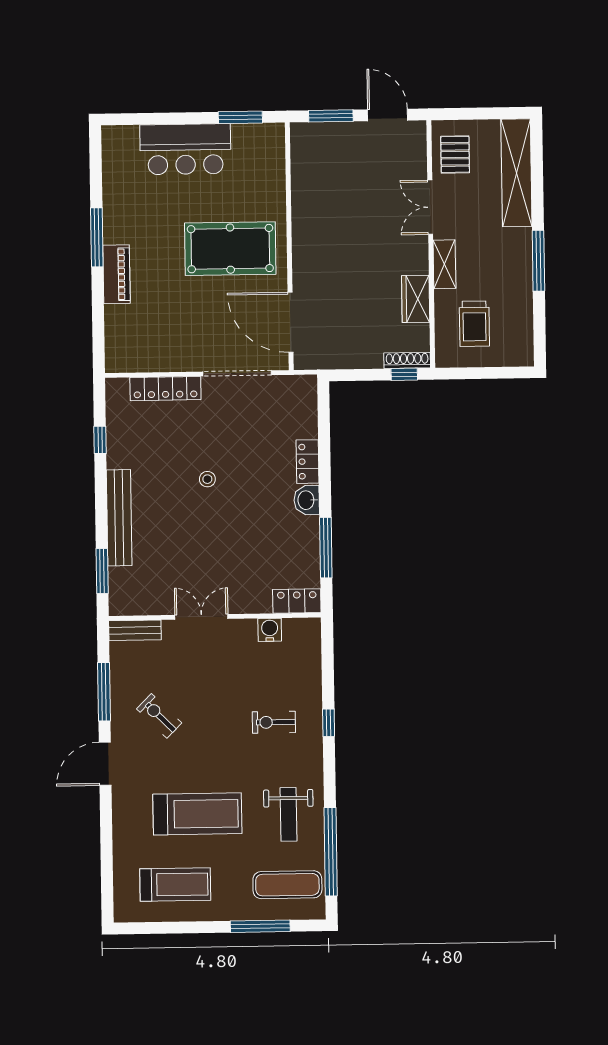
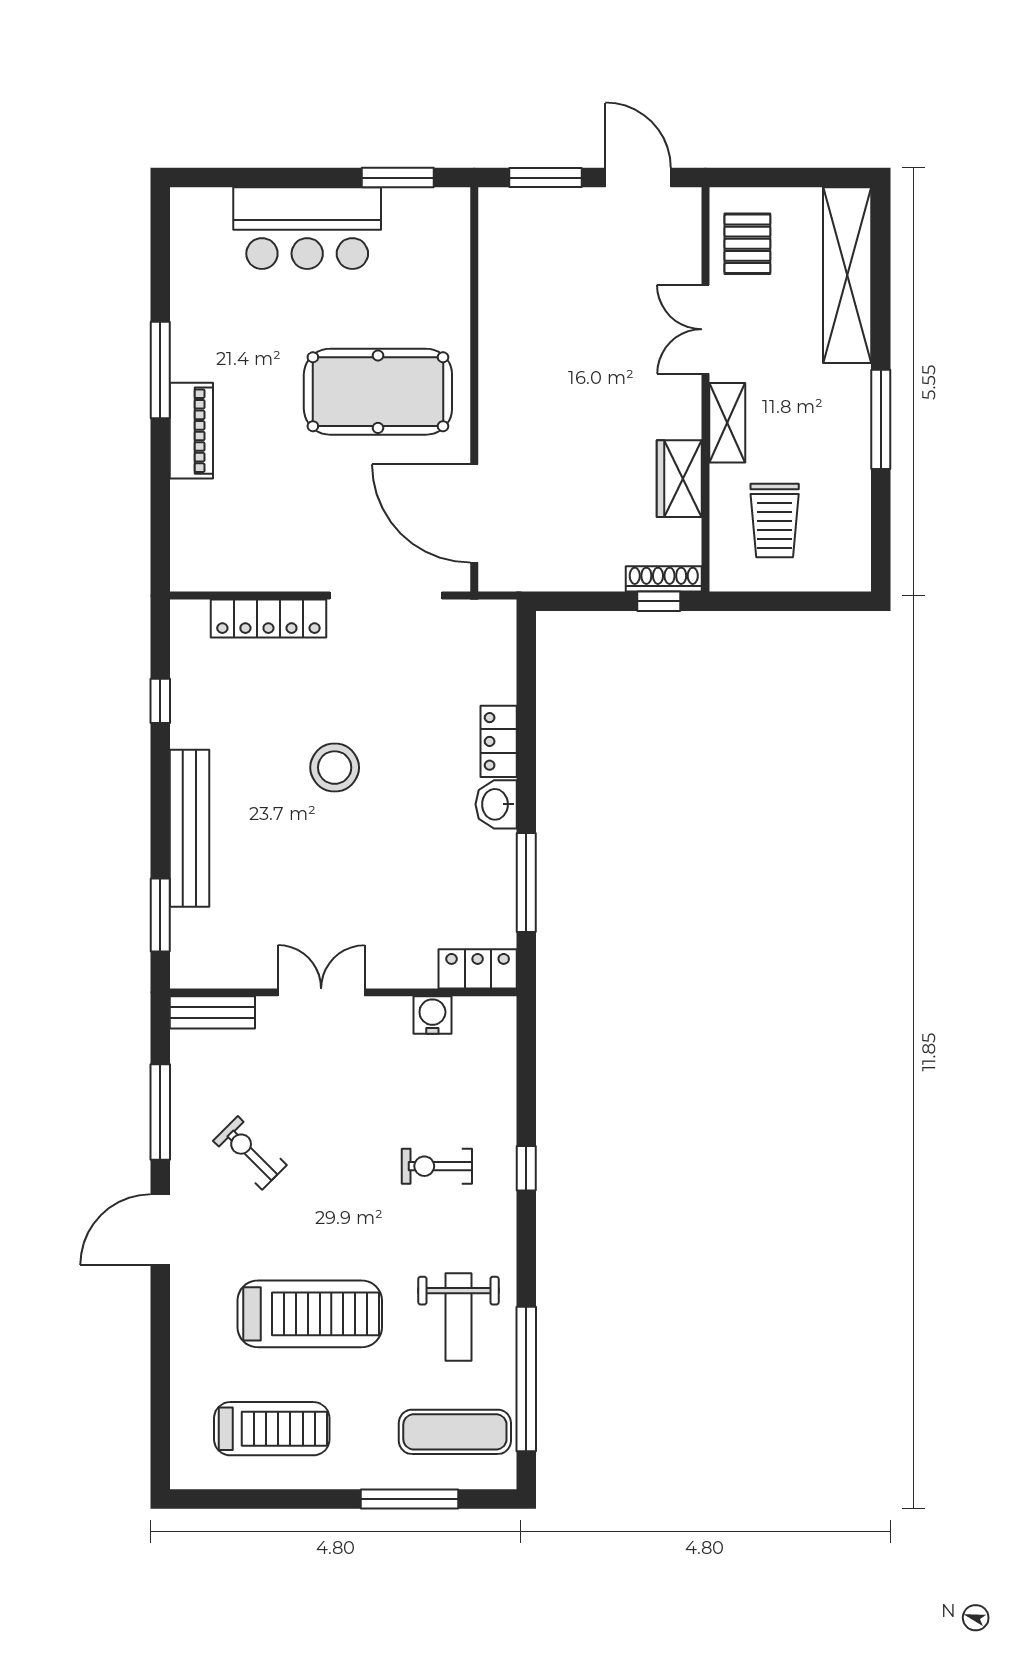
stool: (207, 479) -> (335, 768), width x1.89, depth x1.89

